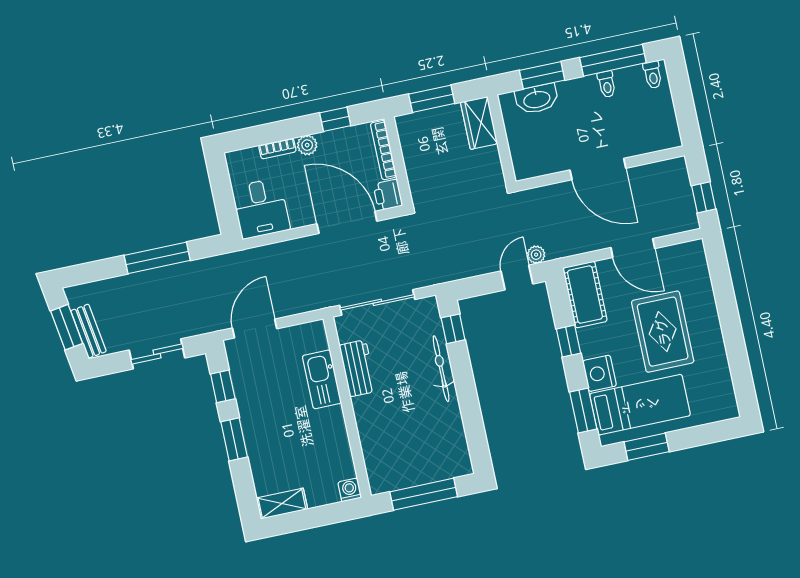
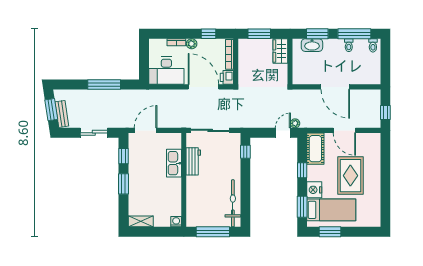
desk: (261, 208) -> (166, 71), width x1.37
bicycle: (441, 369) -> (233, 203), moved, width x1.37, depth x1.40

